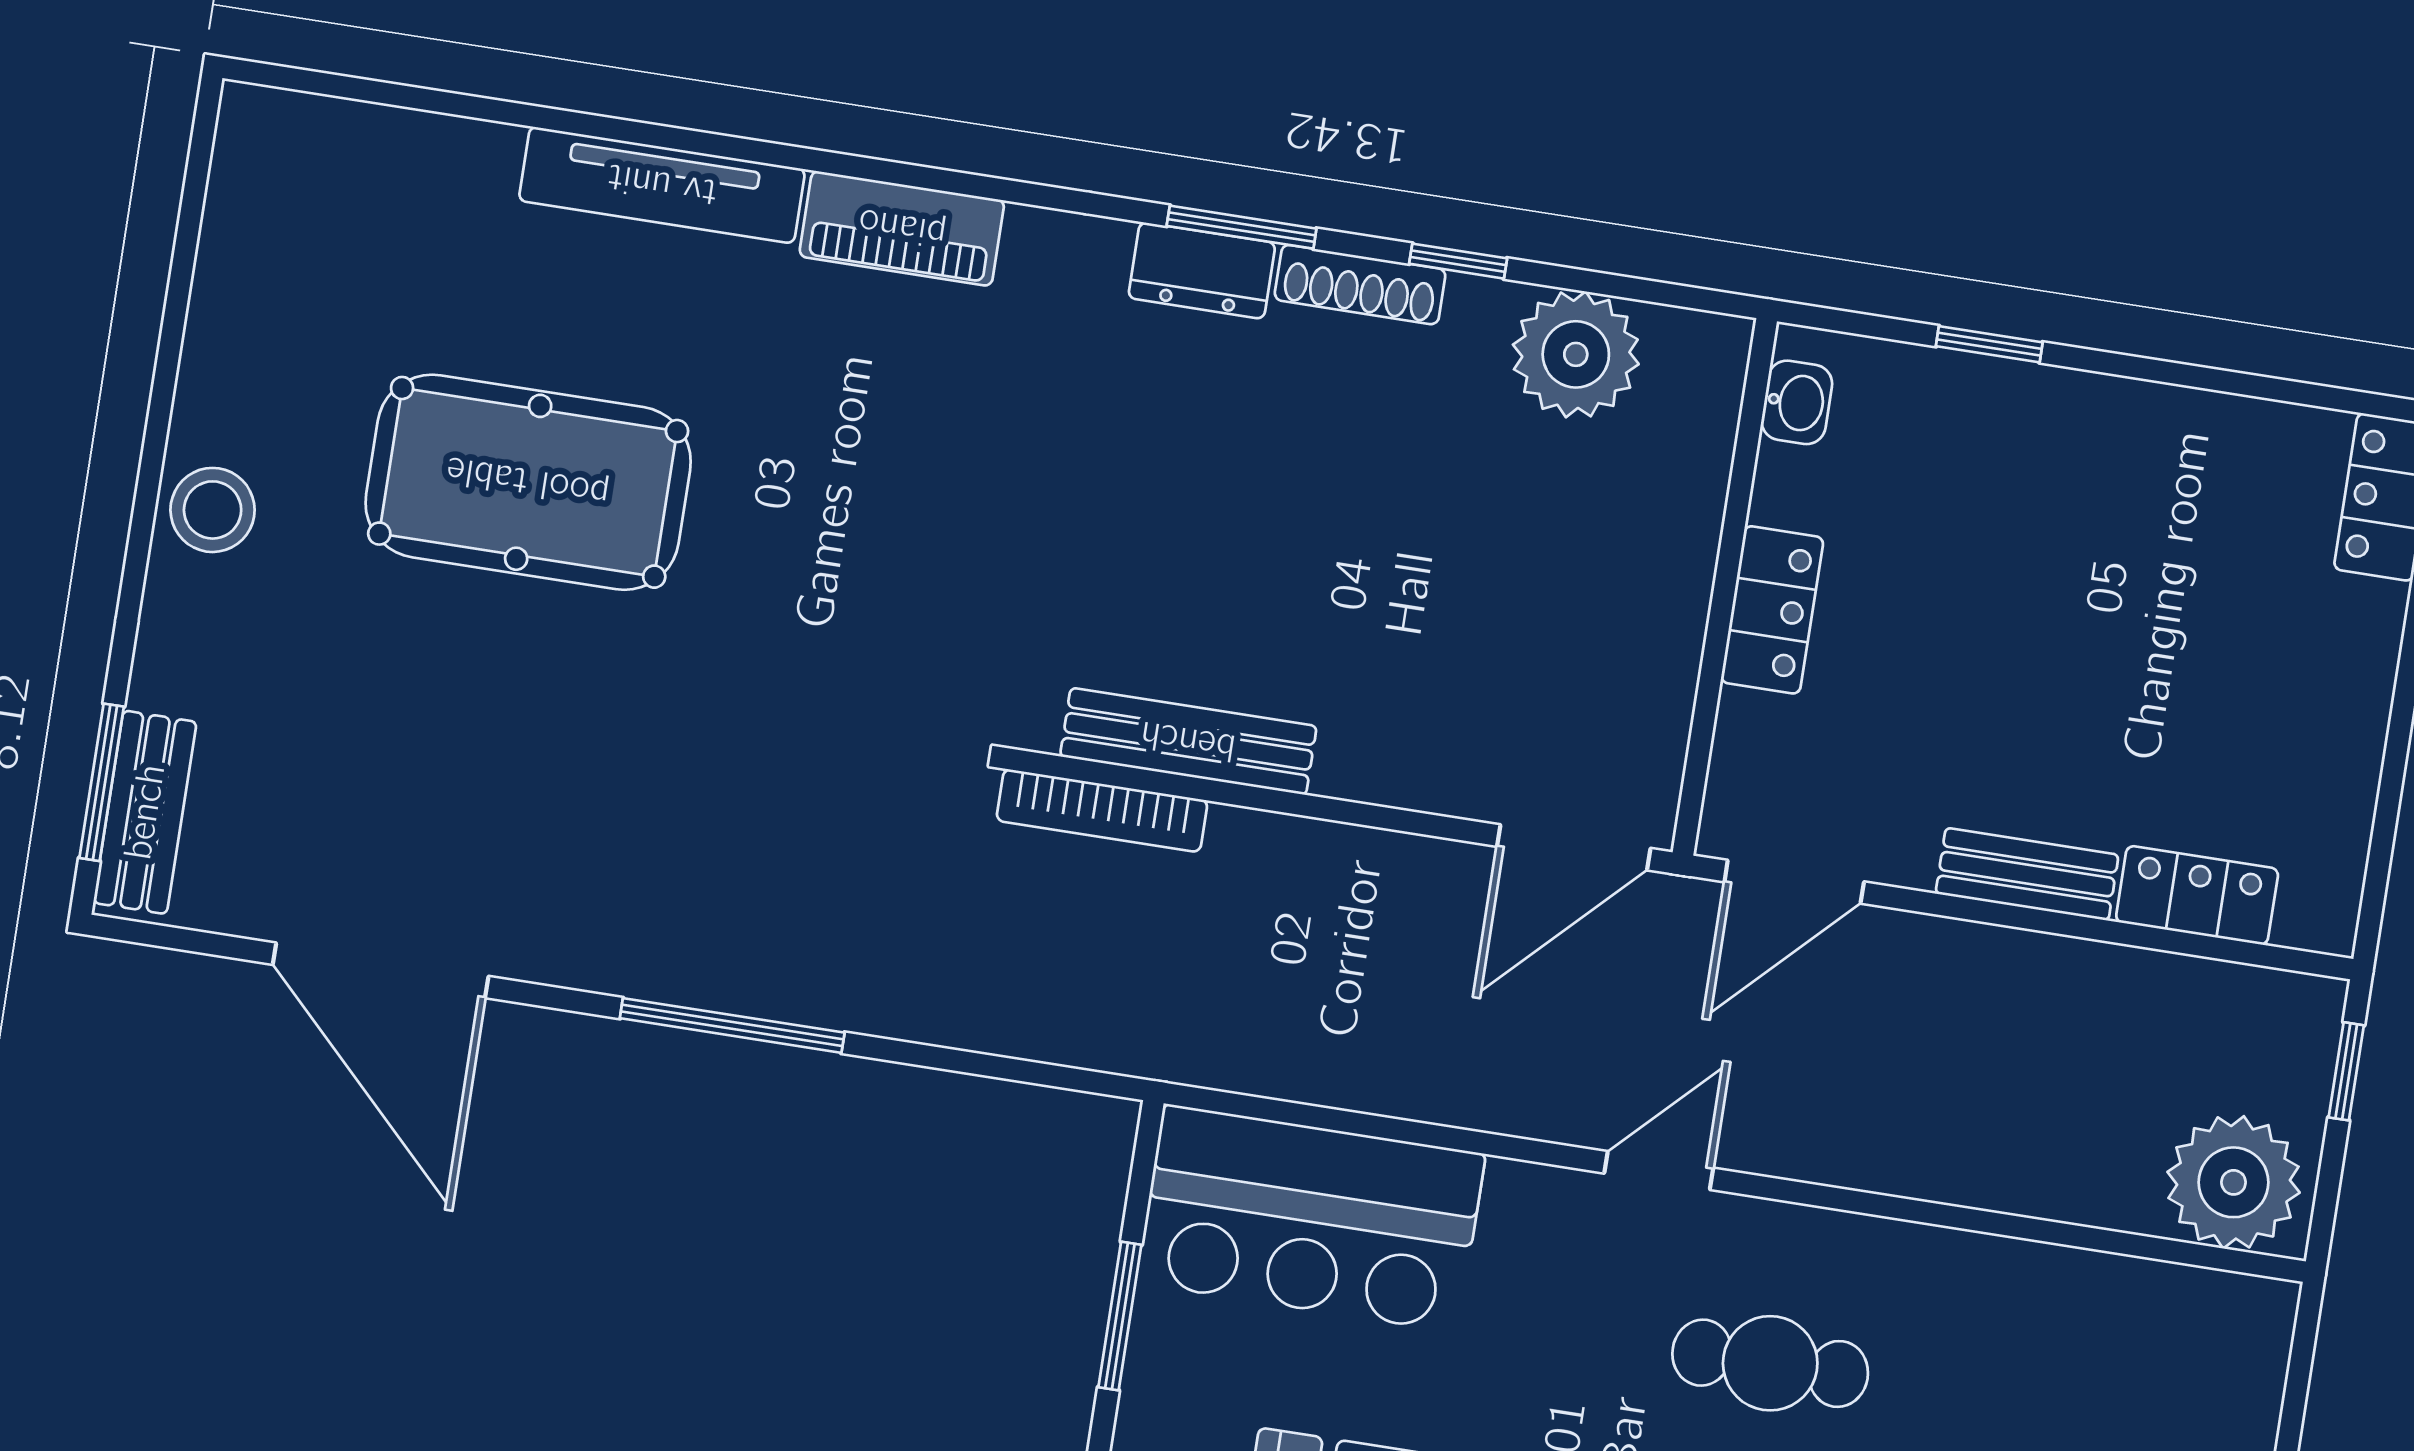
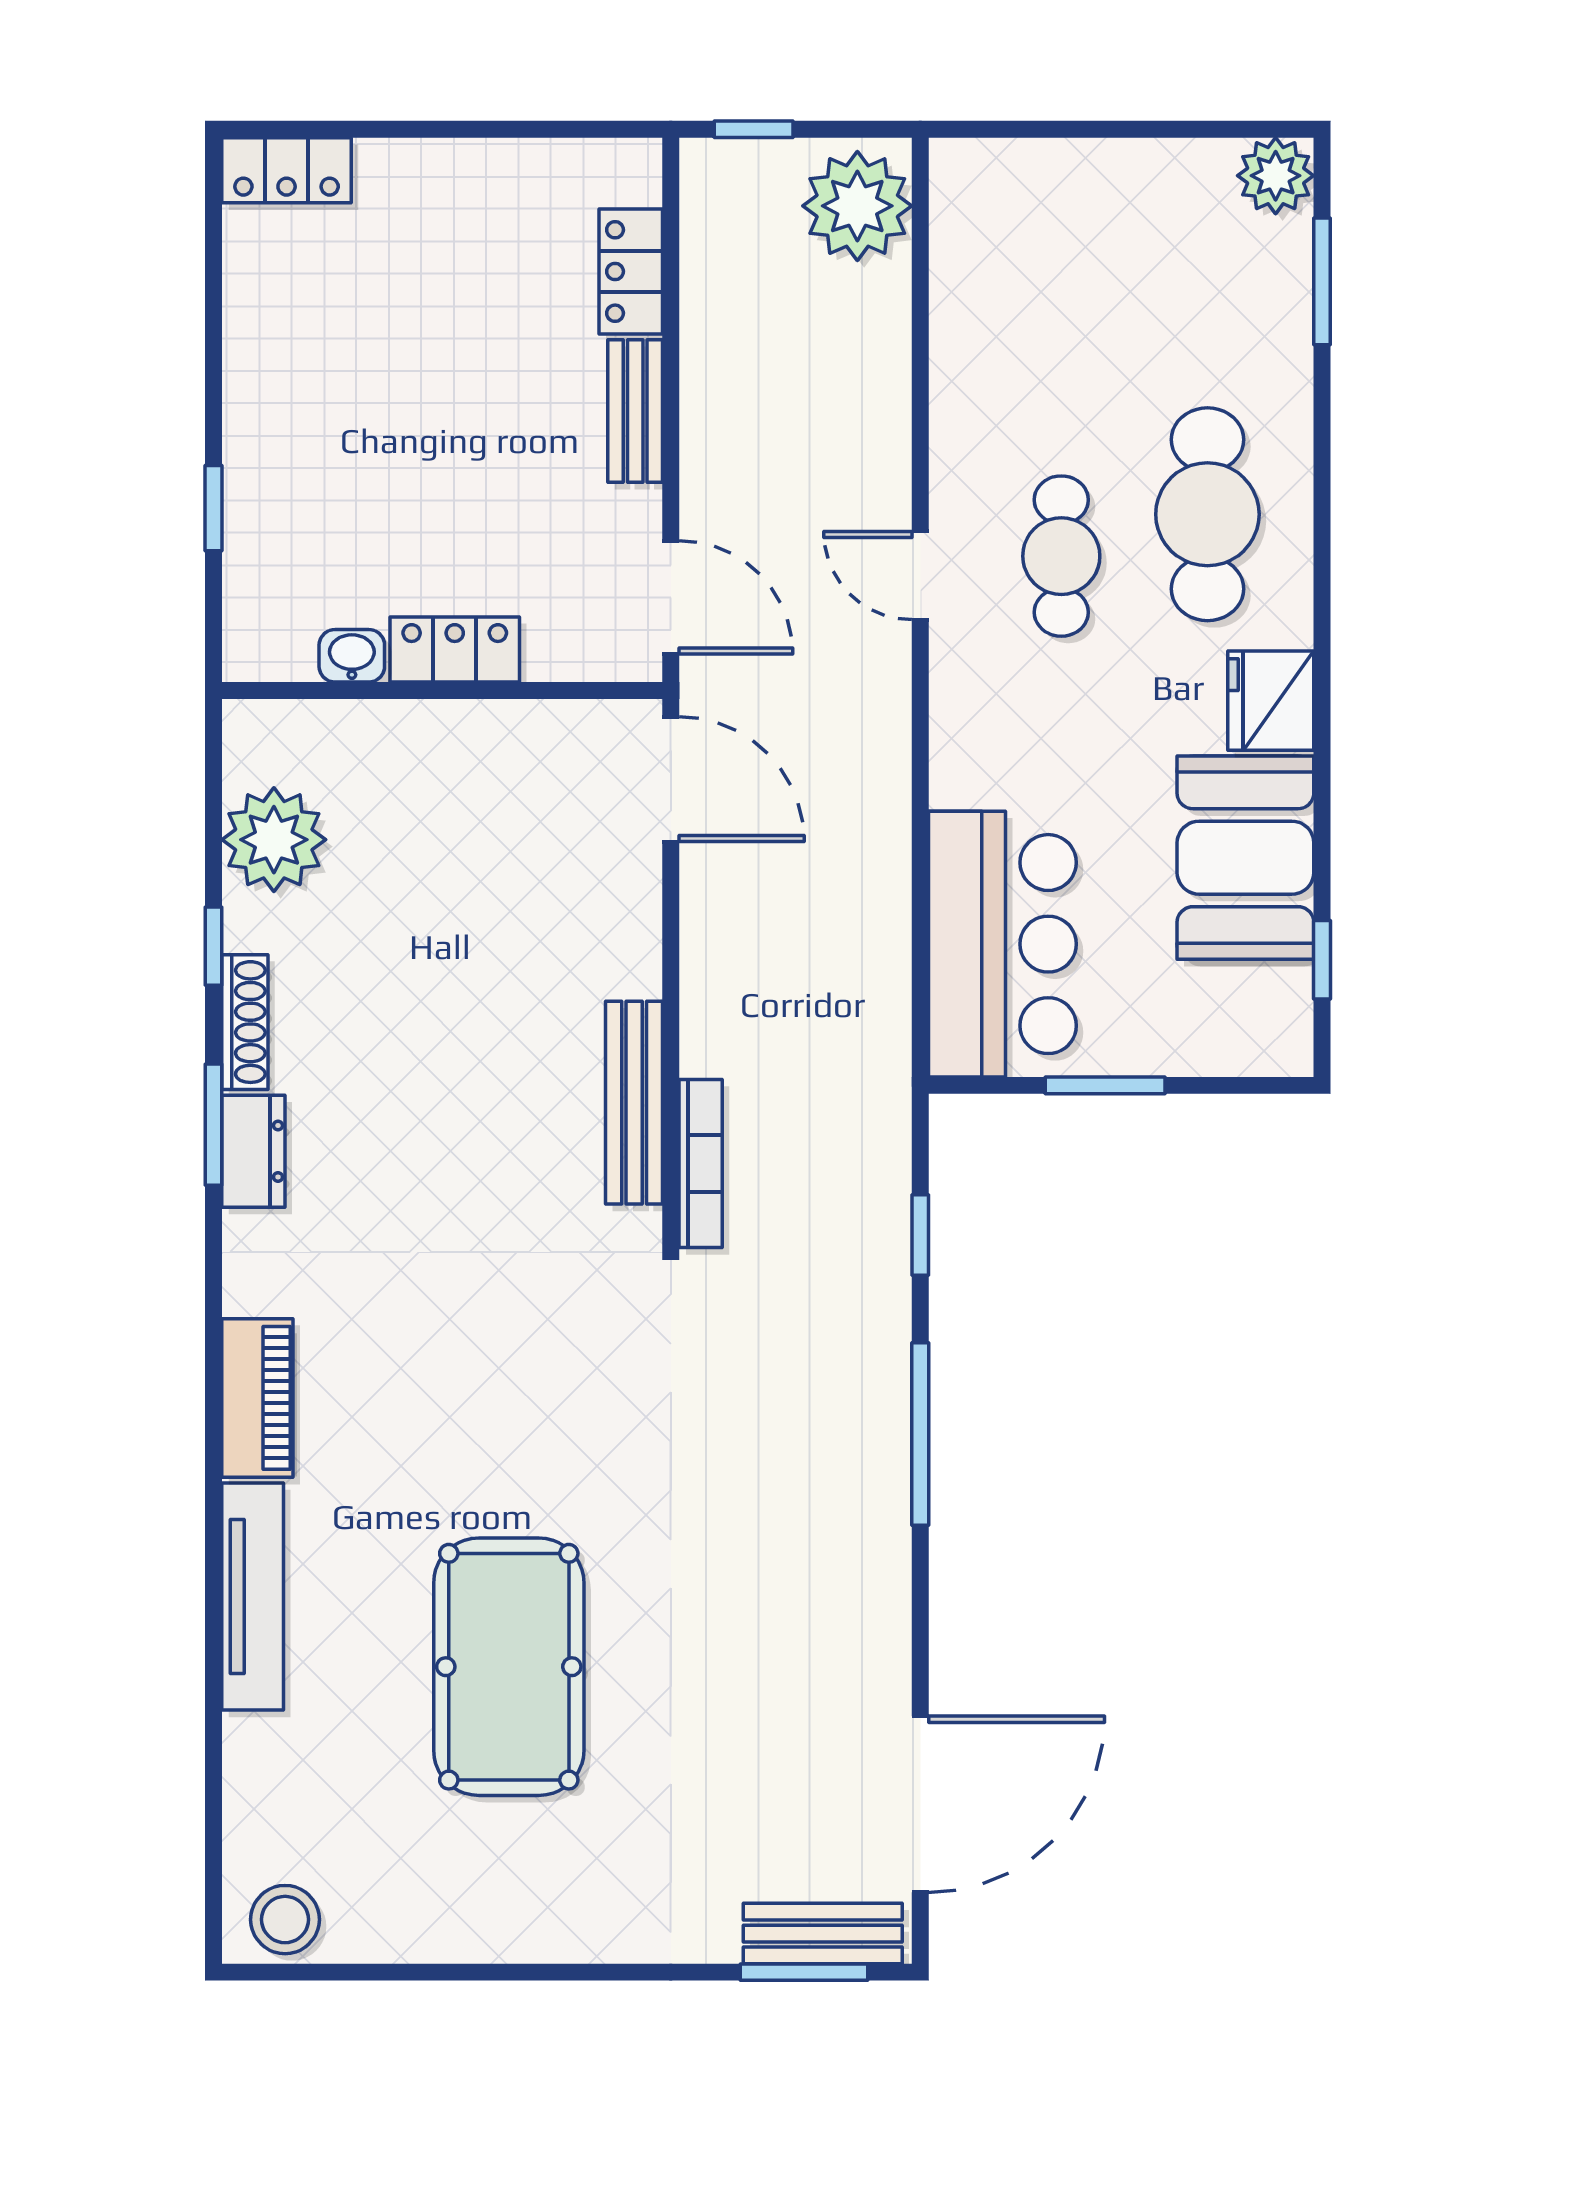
washbasin: (1797, 402) -> (352, 656), moved
stool: (213, 510) -> (285, 1920), moved
door: (381, 970) -> (920, 1804), moved
window: (973, 1063) -> (920, 1235), added
door: (1659, 1171) -> (920, 576), moved

